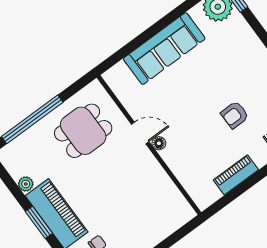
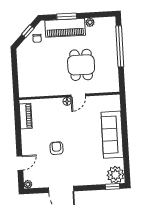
dining table: (83, 131) -> (81, 65), moved
piano: (236, 175) -> (26, 116), moved

